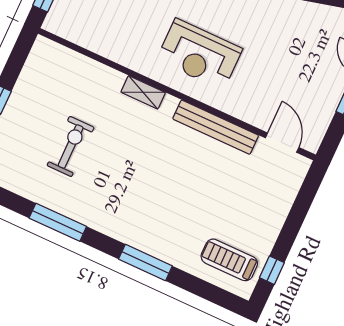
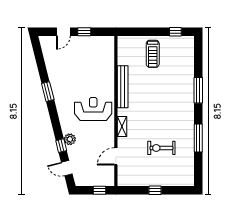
reception desk: (200, 54) -> (93, 109), turned -90
door: (282, 143) -> (116, 156), moved
treadmill: (229, 260) -> (153, 54), moved

